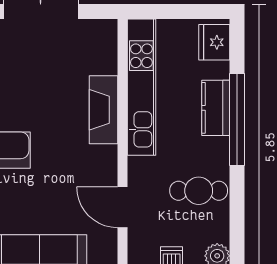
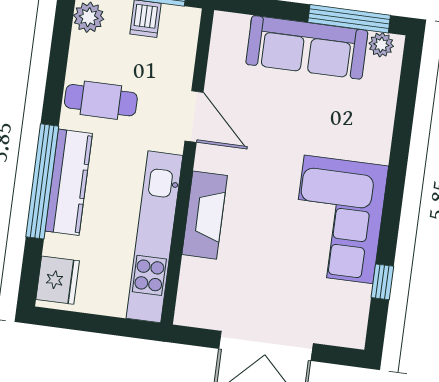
kitchen counter: (216, 108) -> (69, 182), width x1.50
door: (122, 207) -> (194, 117), moved

